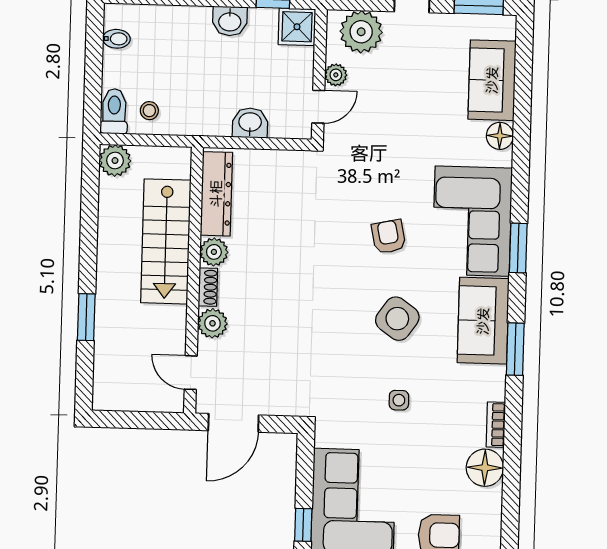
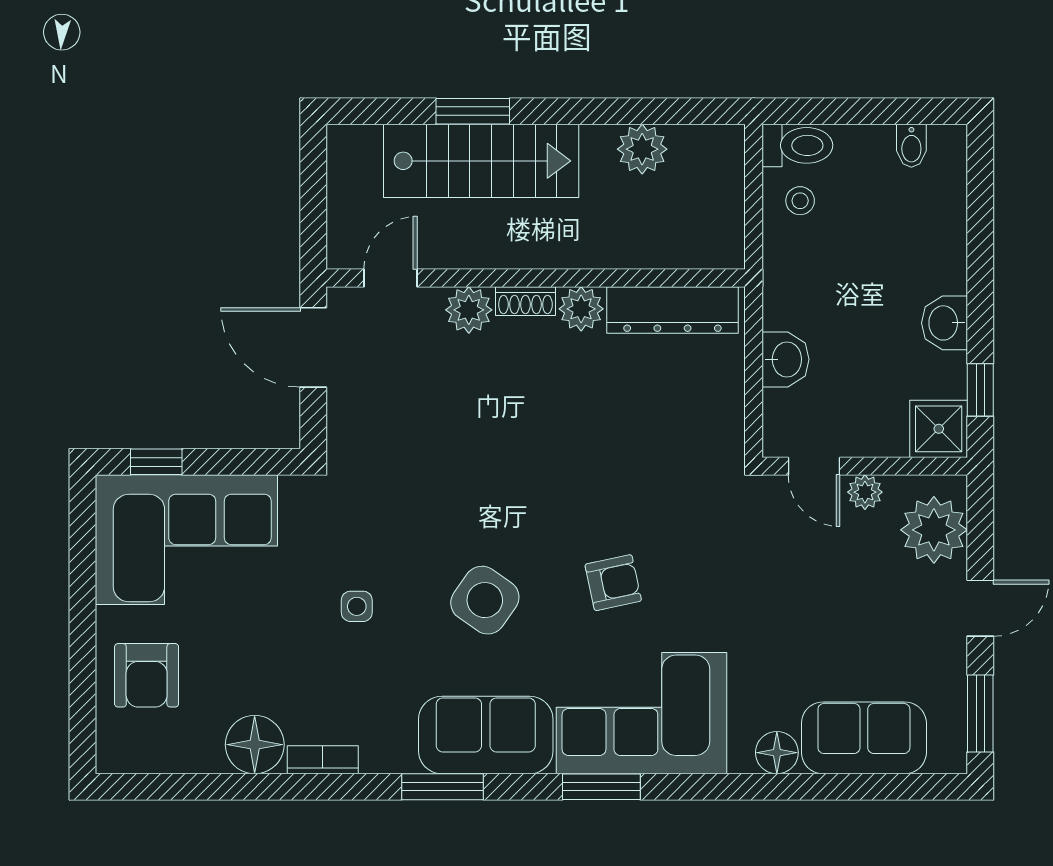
plant: (115, 161) -> (642, 149), moved
stairs: (166, 241) -> (481, 161), moved, turned 180

